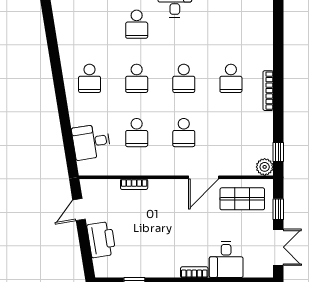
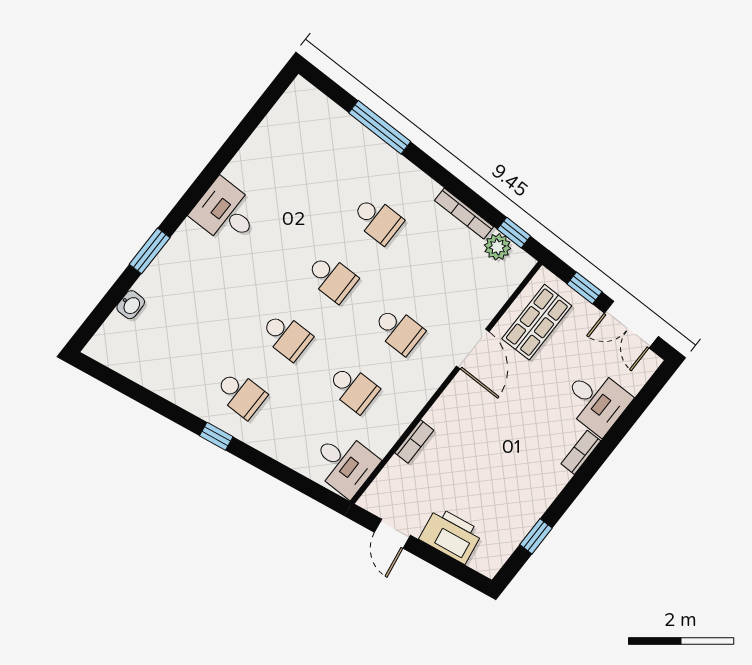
school desk: (137, 24) -> (219, 284), removed
window: (278, 43) -> (380, 127), added
window: (59, 83) -> (216, 436), added
bookcase: (268, 91) -> (464, 214), moved
desk: (91, 142) -> (344, 463), moved, turned -81
plant: (265, 167) -> (497, 247), moved
double door: (278, 247) -> (631, 325), swing flipped

